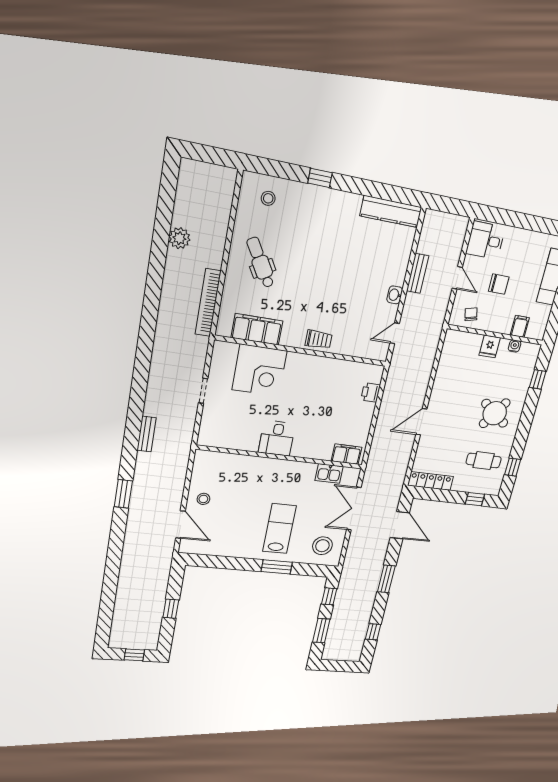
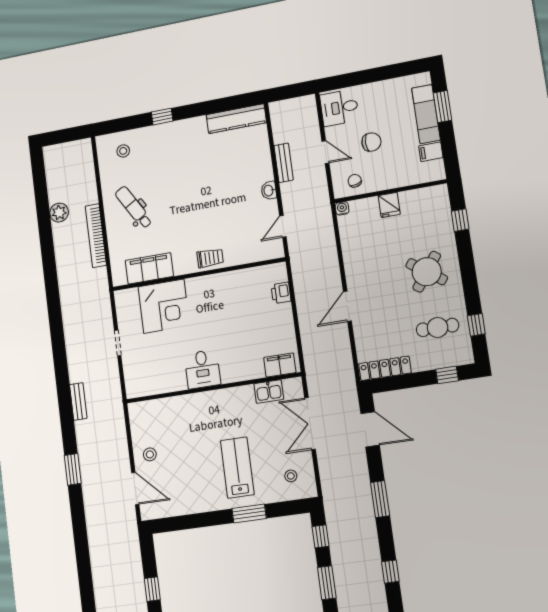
bookcase: (208, 303) -> (96, 236), moved
filing cabinet: (520, 326) -> (431, 152), moved, turned -90
water cooler: (515, 346) -> (342, 208), moved
stool: (322, 546) -> (291, 476), width x0.53, depth x0.53

